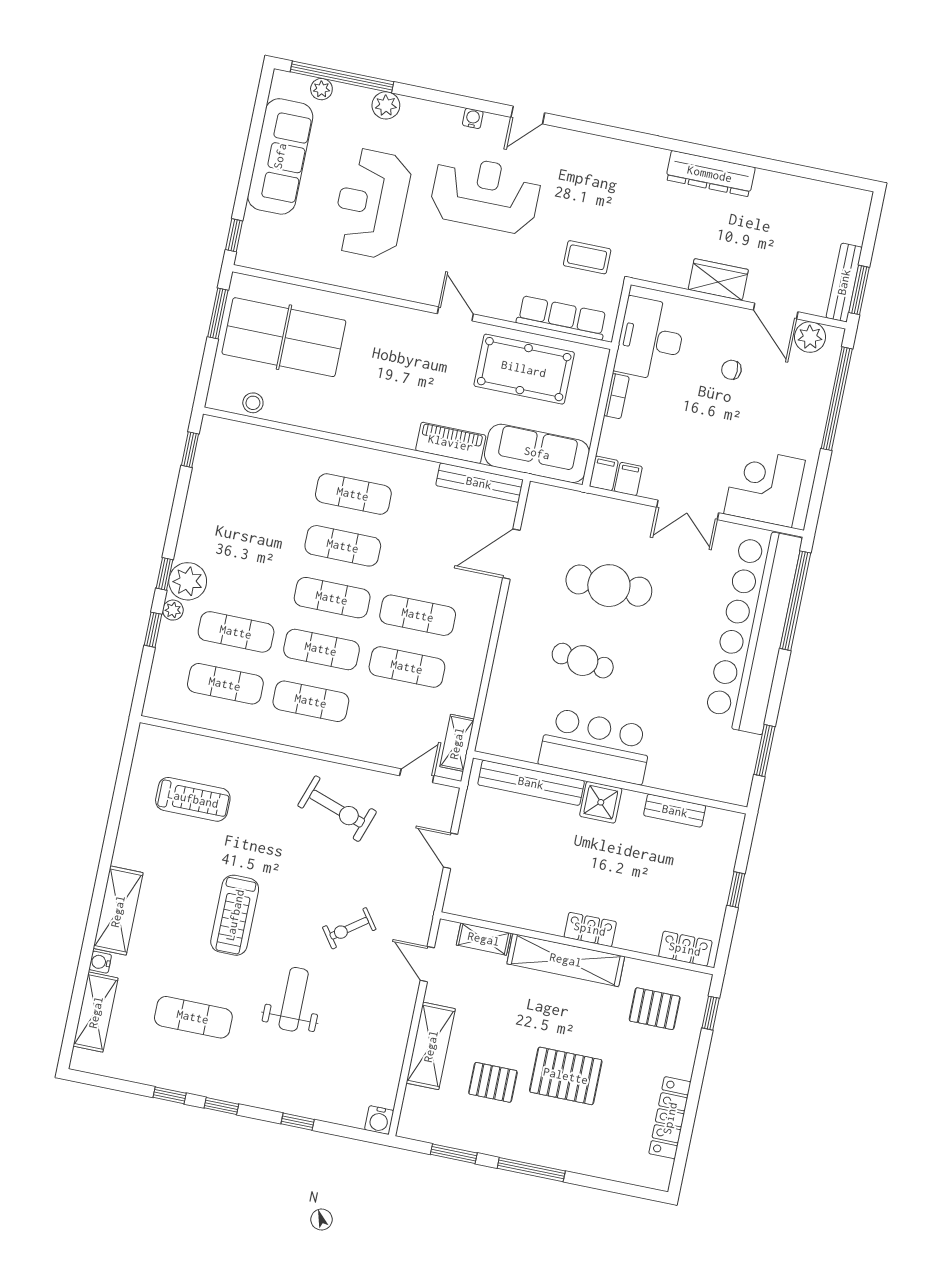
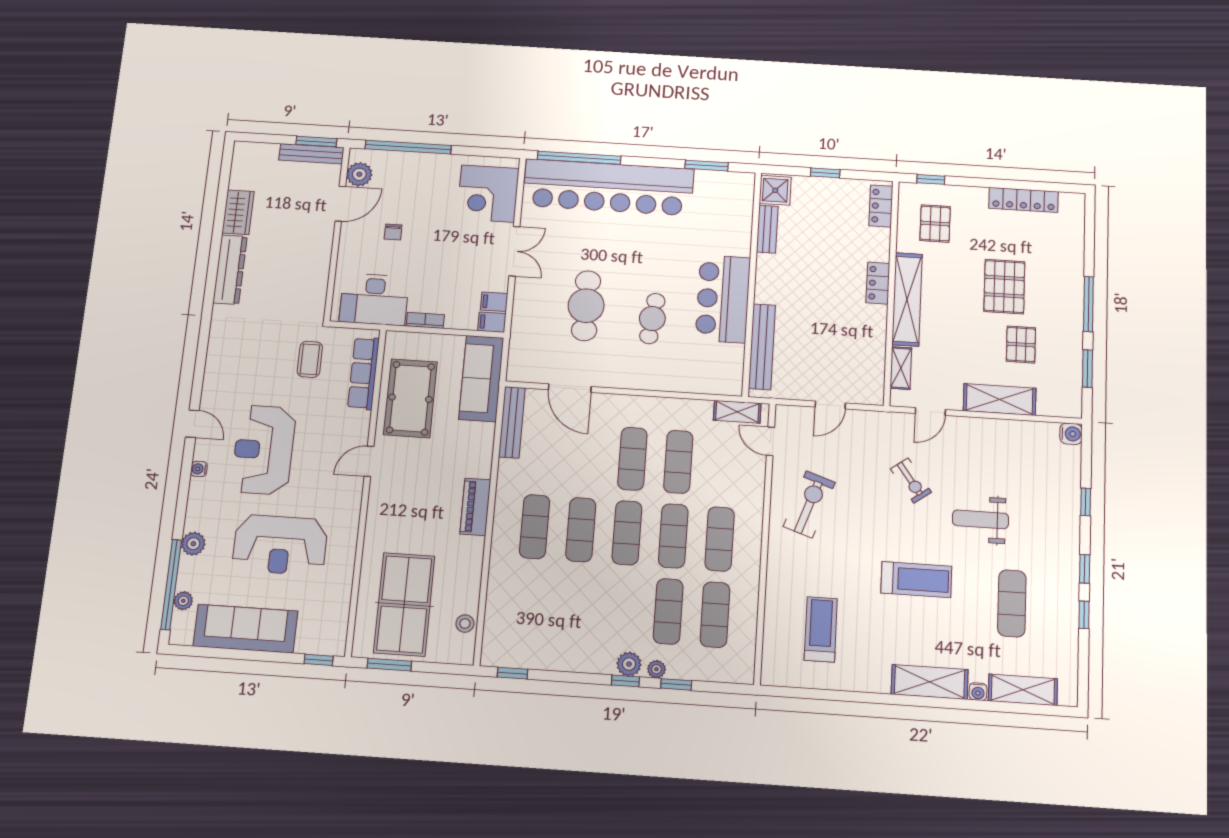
wardrobe: (718, 280) -> (238, 212), moved, turned 180
piano: (451, 443) -> (475, 507), moved
plant: (188, 581) -> (629, 664), width x0.73, depth x0.73
shower: (601, 802) -> (775, 190), moved

